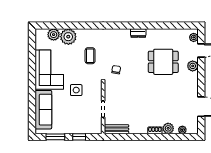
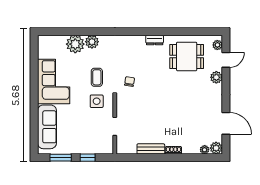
plant: (54, 35) -> (92, 42), moved
coffee table: (90, 56) -> (97, 77), moved
dining table: (163, 62) -> (187, 56), moved
side table: (76, 90) -> (97, 101), moved
plant: (168, 128) -> (216, 148), moved
bench: (116, 129) -> (151, 149), moved

